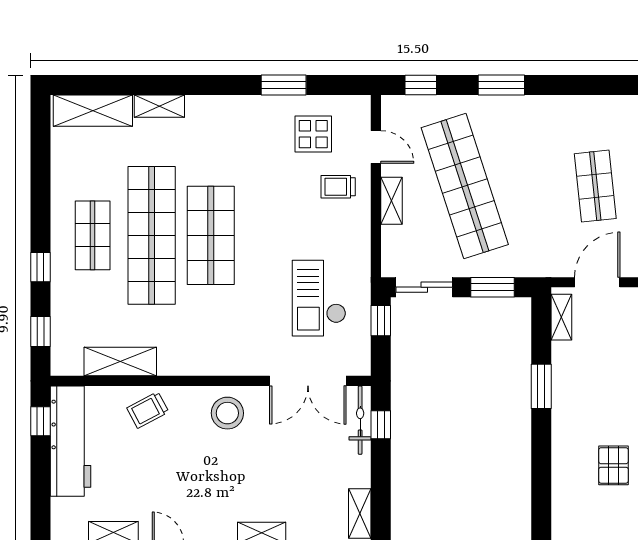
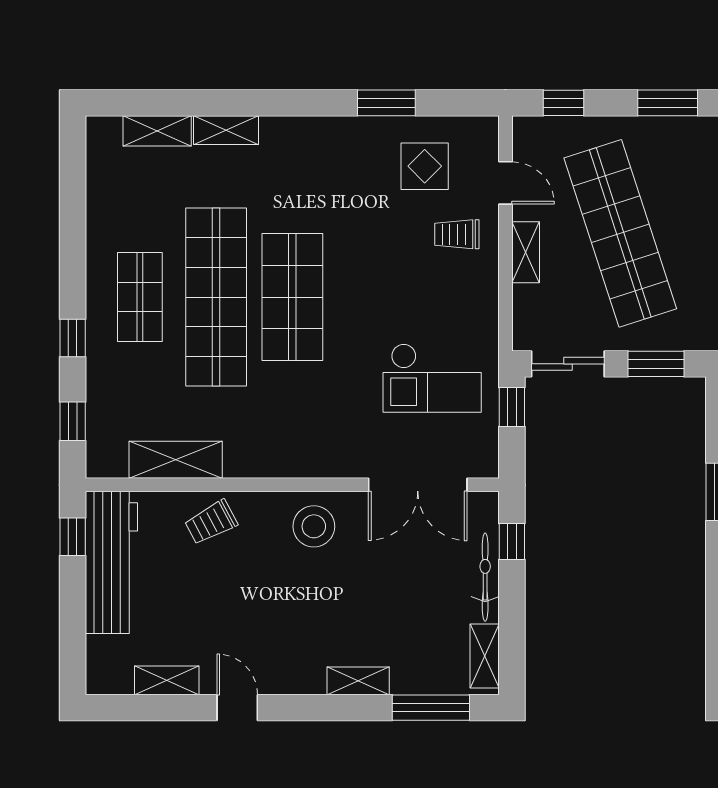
shelving: (93, 111) -> (157, 131), width x0.67, depth x0.75
checkout: (319, 298) -> (432, 378), turned -90
bicycle: (360, 420) -> (485, 577), moved

